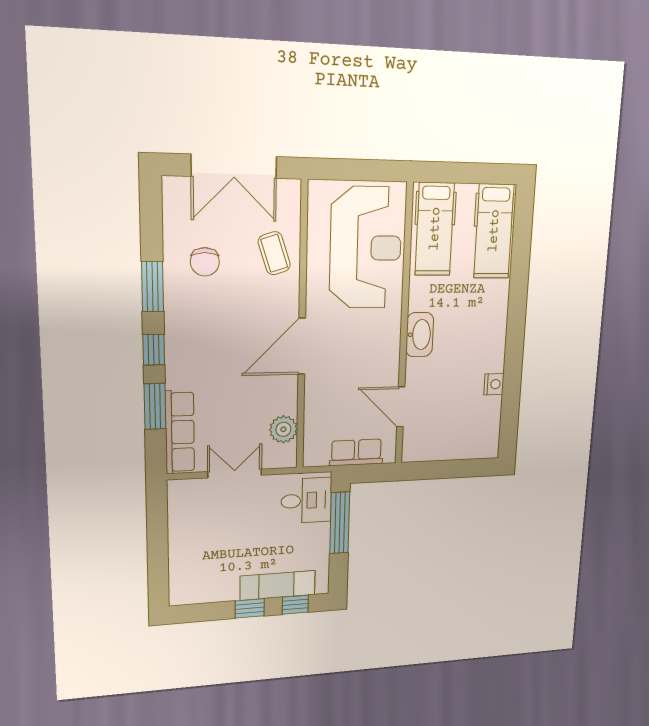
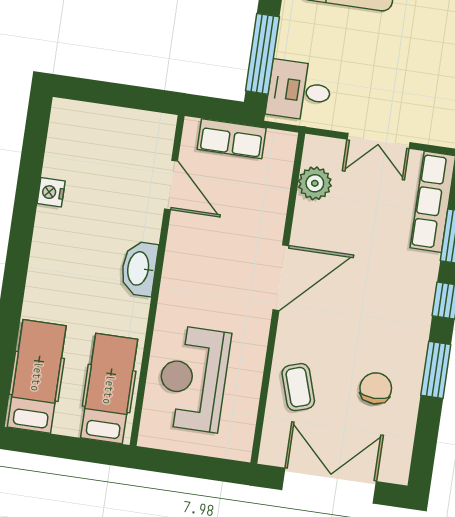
reception desk: (366, 248) -> (193, 379), width x0.74, depth x0.77

